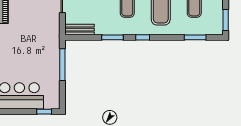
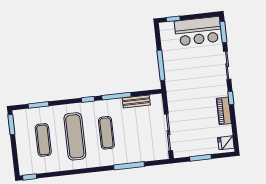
bench: (80, 30) -> (136, 102), moved
window: (112, 37) -> (116, 96), width x1.44

